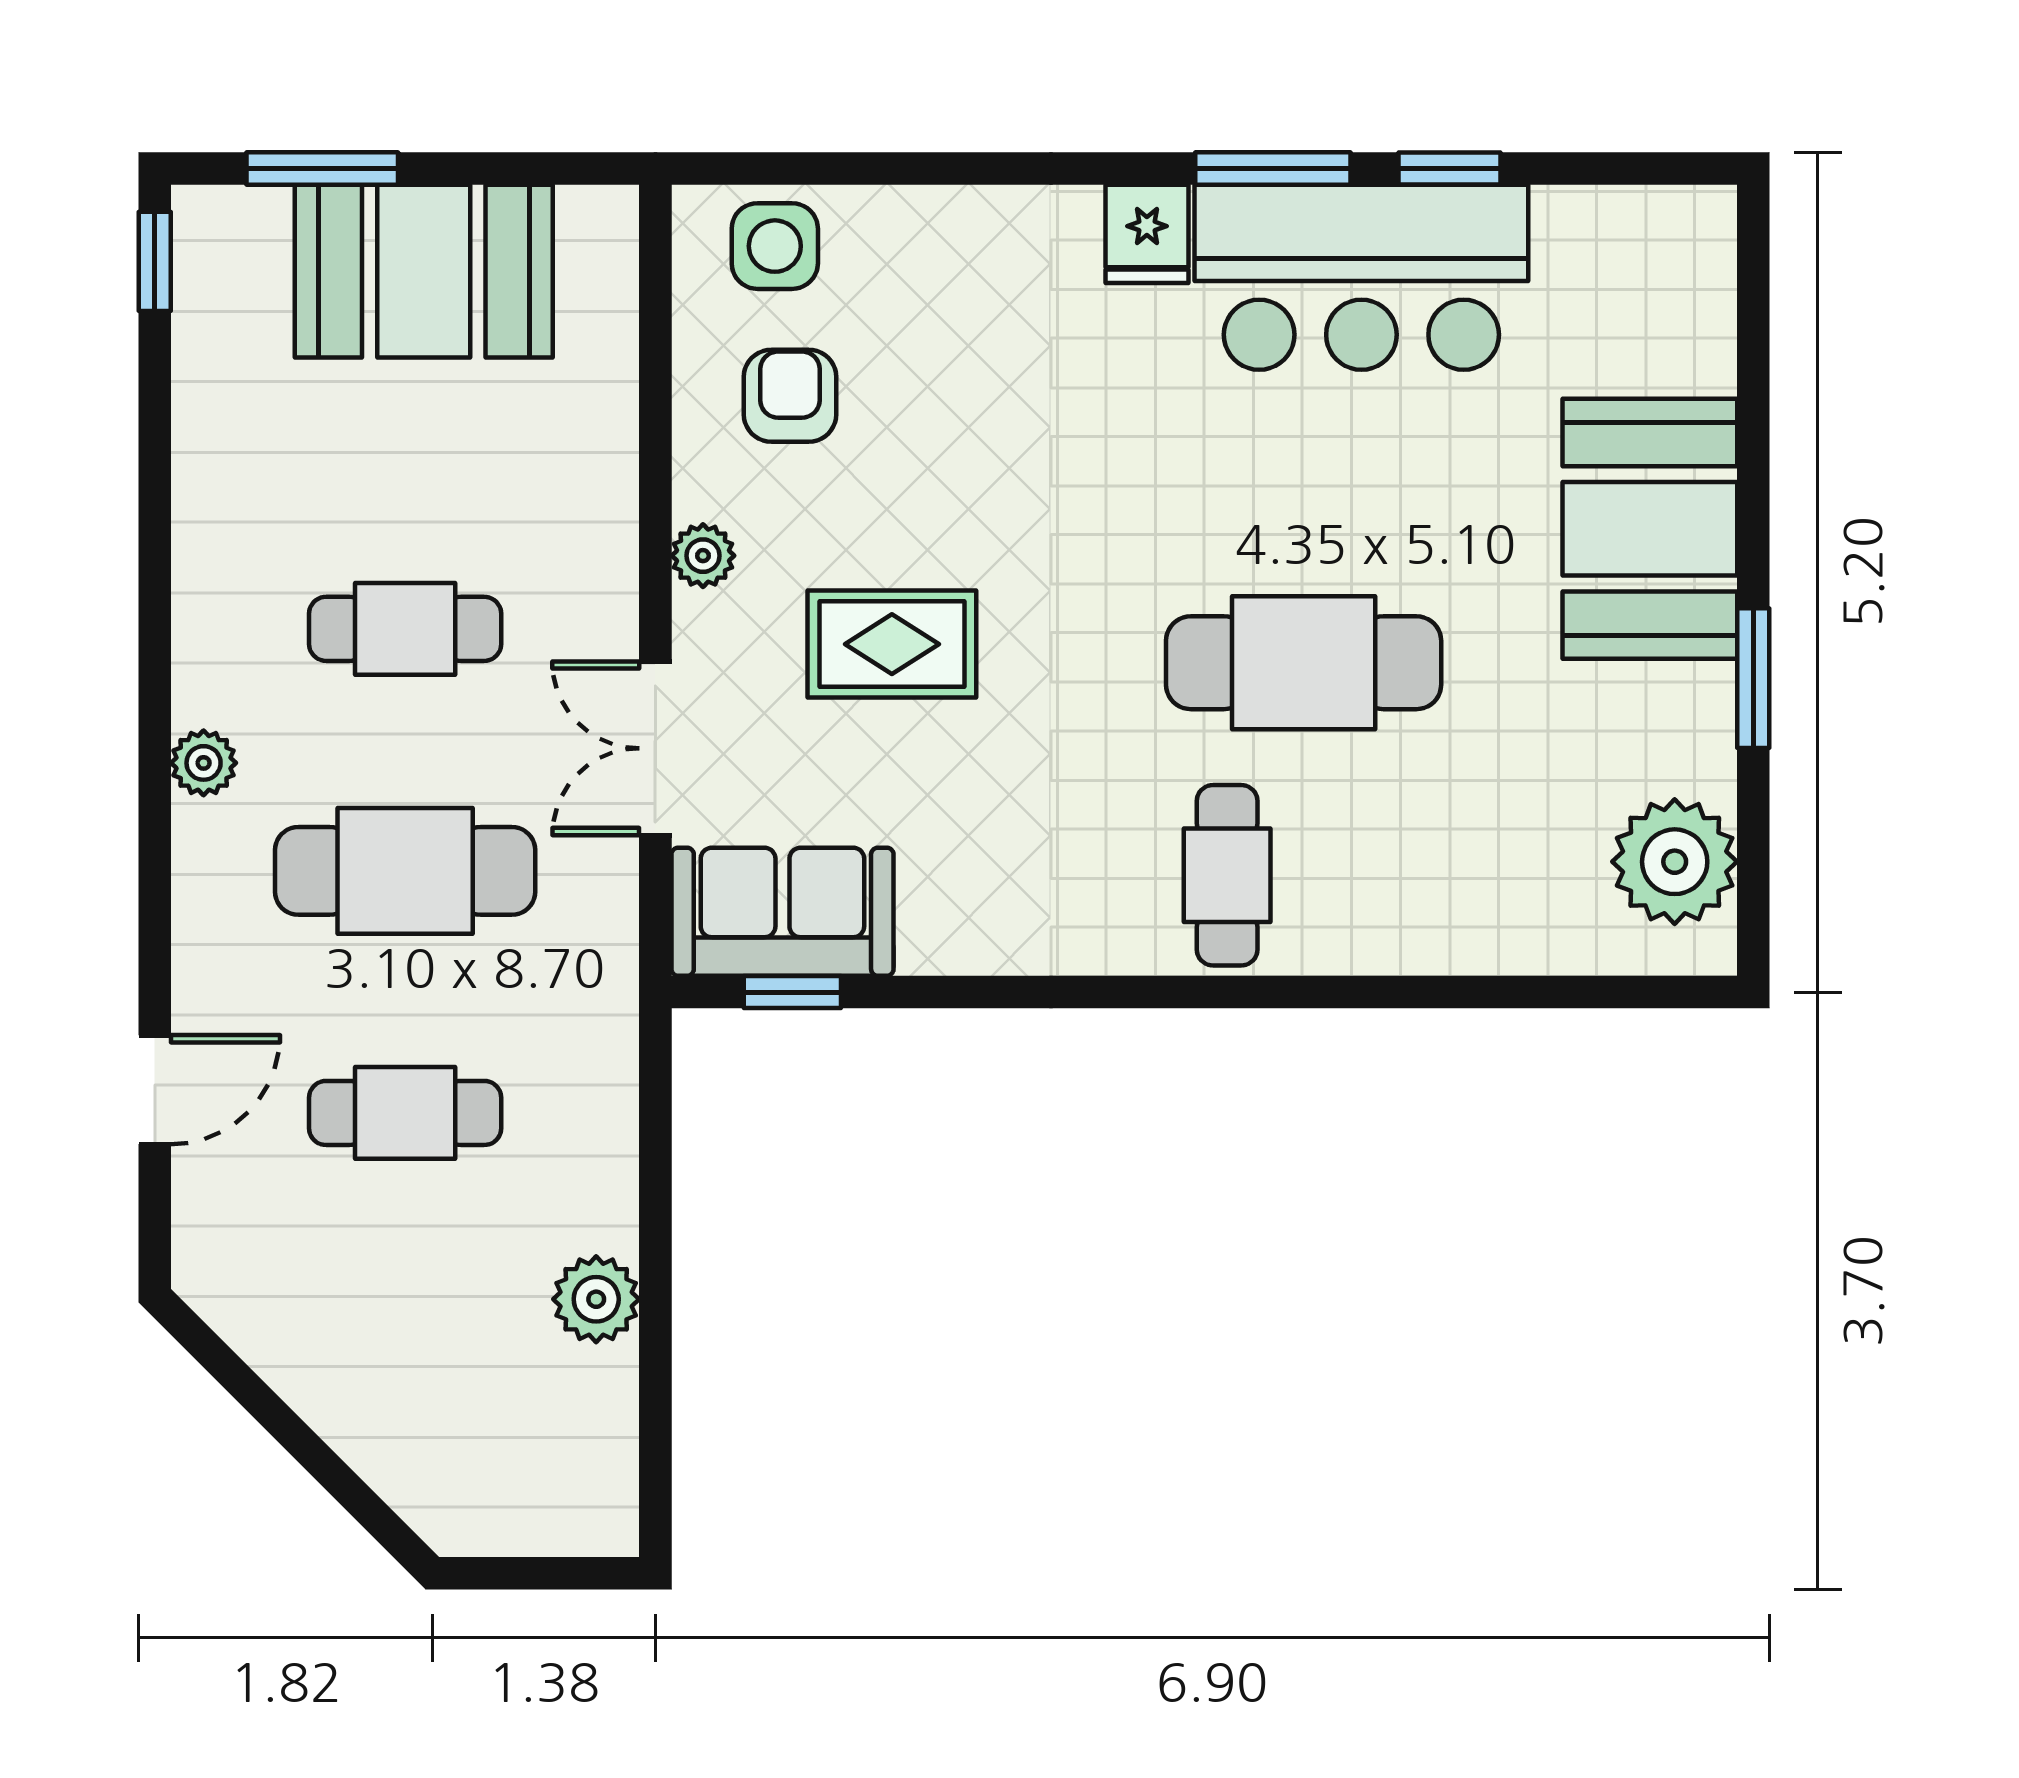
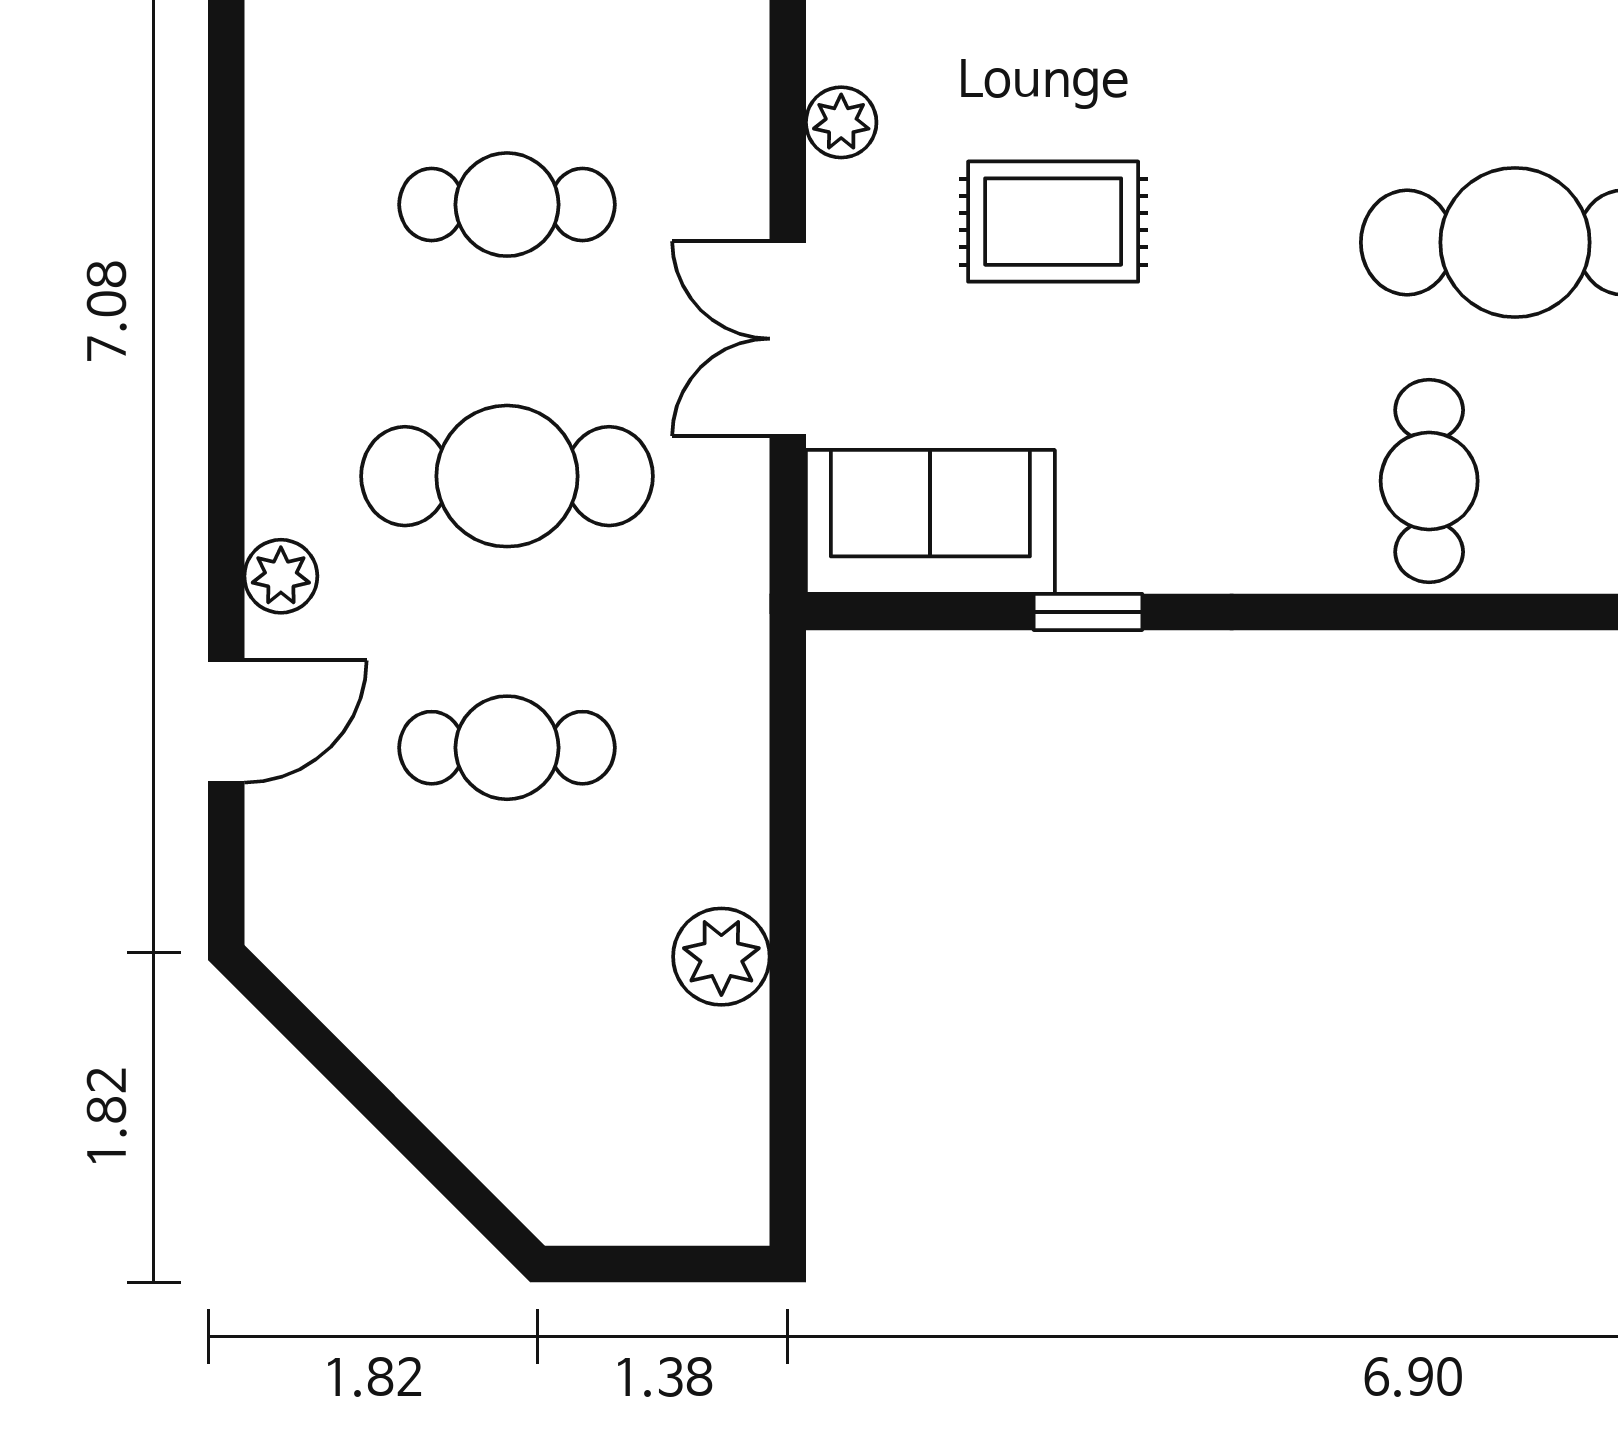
plant: (204, 763) -> (281, 576), moved
window: (792, 992) -> (1088, 612), moved

